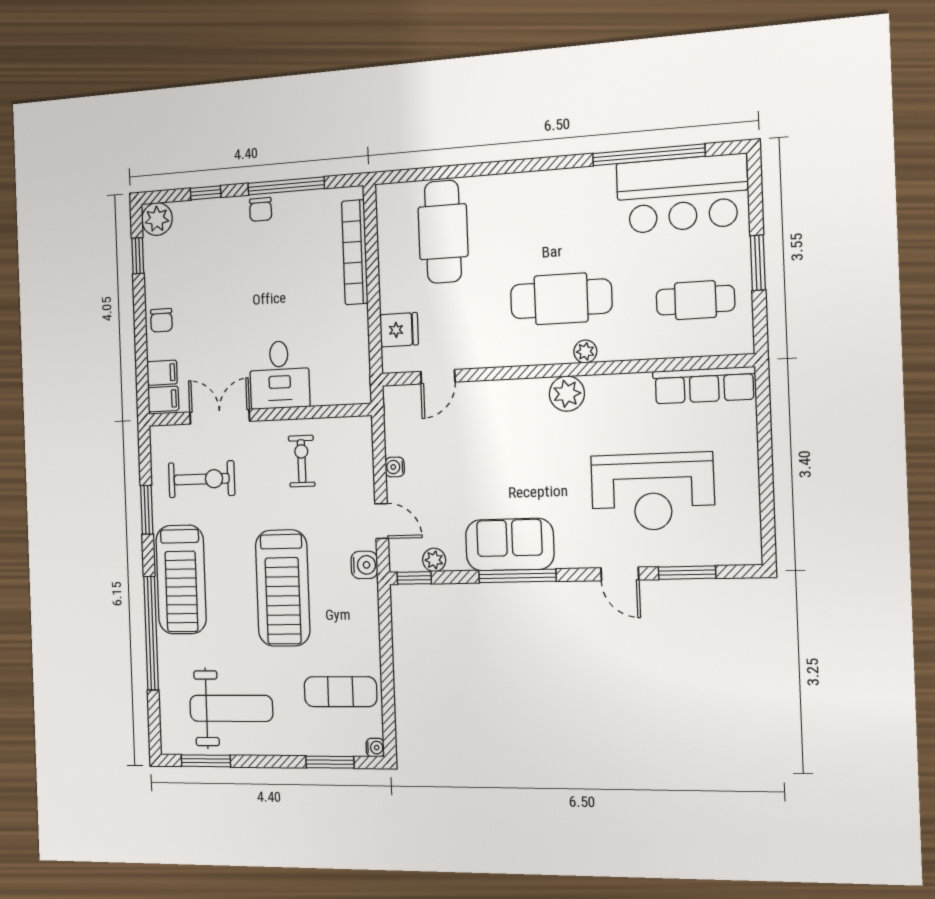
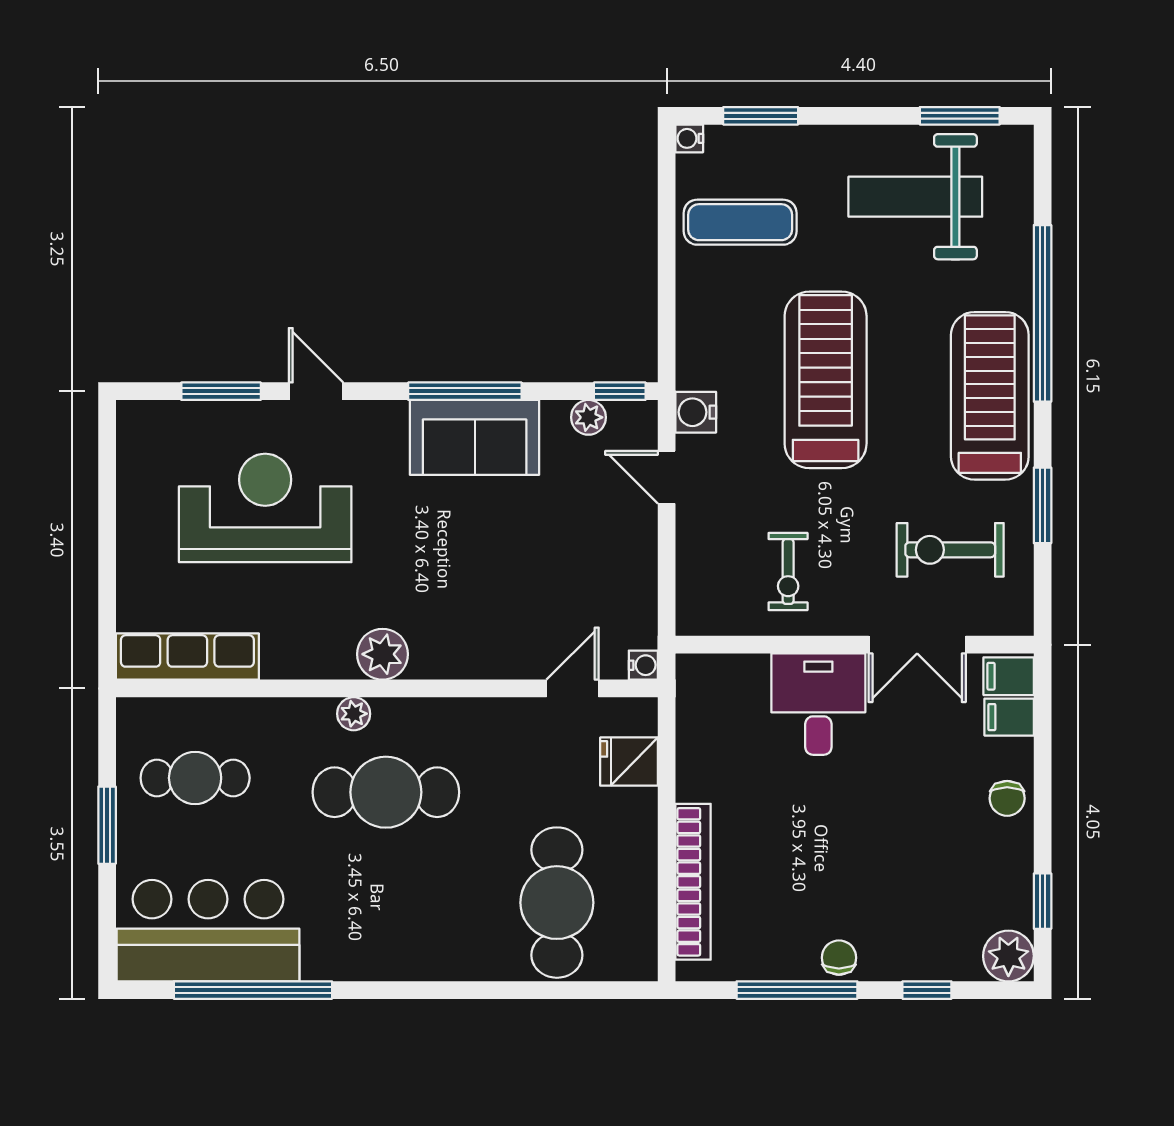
chair: (161, 320) -> (1007, 798), turned 180
water cooler: (395, 467) -> (643, 665), moved

